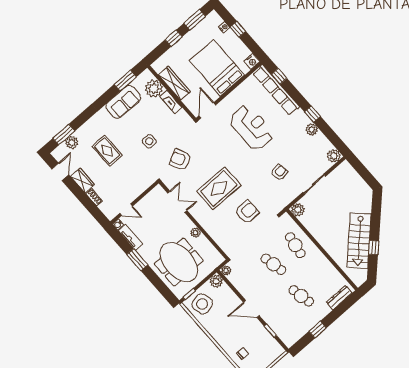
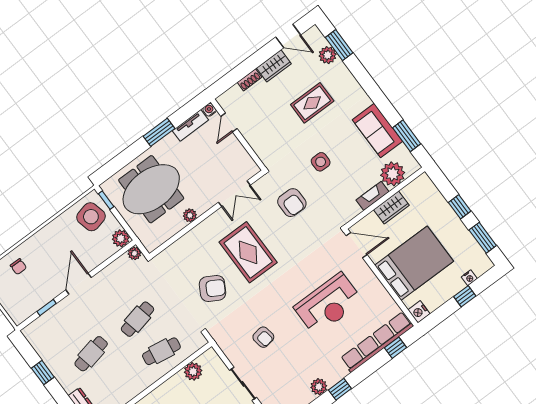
wardrobe: (174, 83) -> (391, 207), width x0.67
armchair: (180, 160) -> (292, 203), turned 116
plant: (298, 210) -> (193, 371), moved
armchair: (247, 212) -> (213, 288), turned -60

